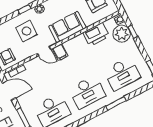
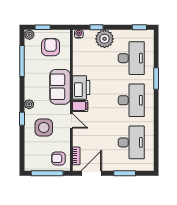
printer: (96, 34) -> (81, 87), moved
plant: (122, 34) -> (105, 39), moved
door: (44, 51) -> (71, 121), hinge flipped

